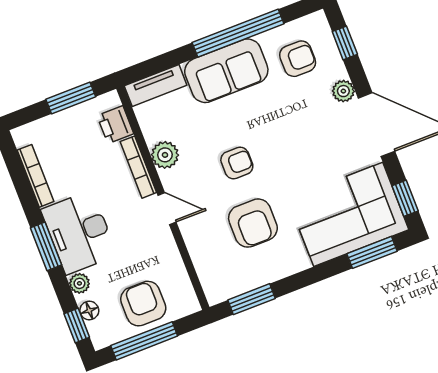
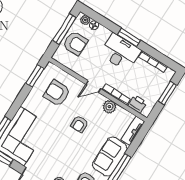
window: (71, 98) -> (167, 93), moved
armchair: (253, 223) -> (57, 93), moved
plant: (79, 283) -> (85, 20), moved
window: (77, 326) -> (95, 16), removed

